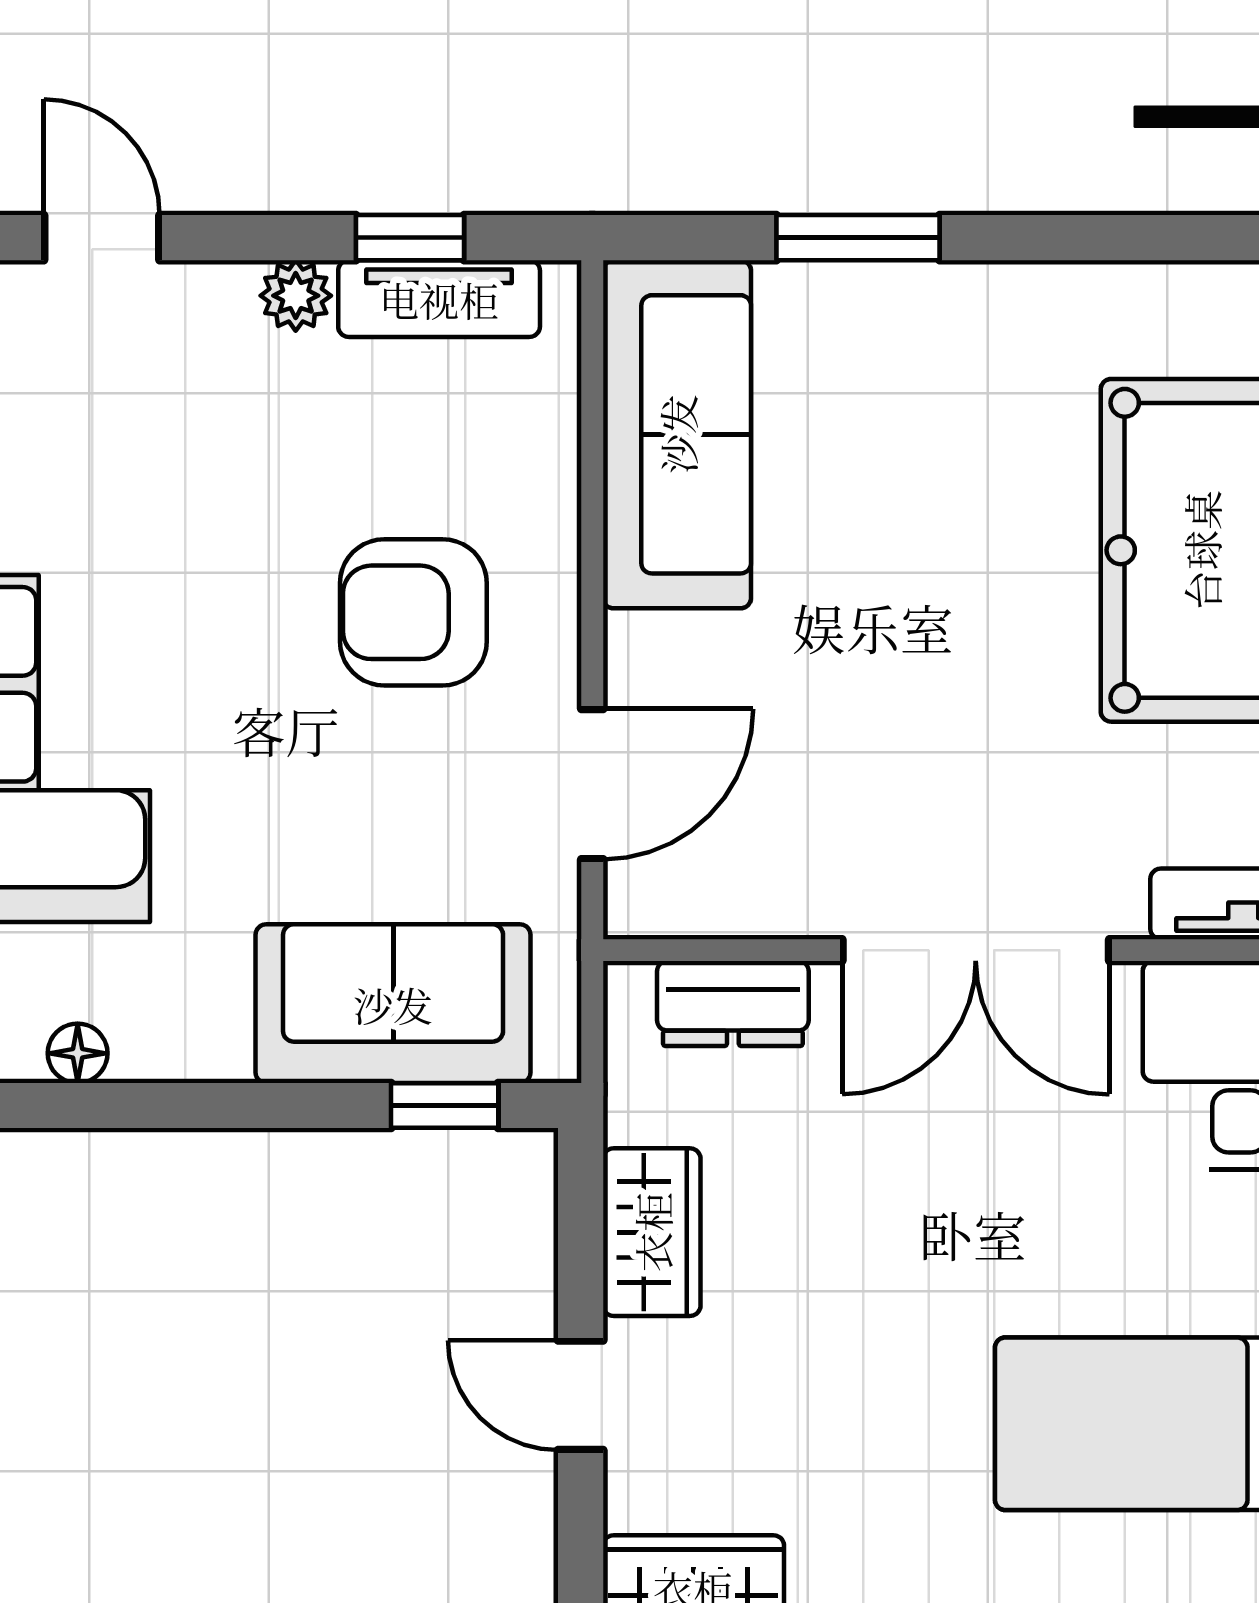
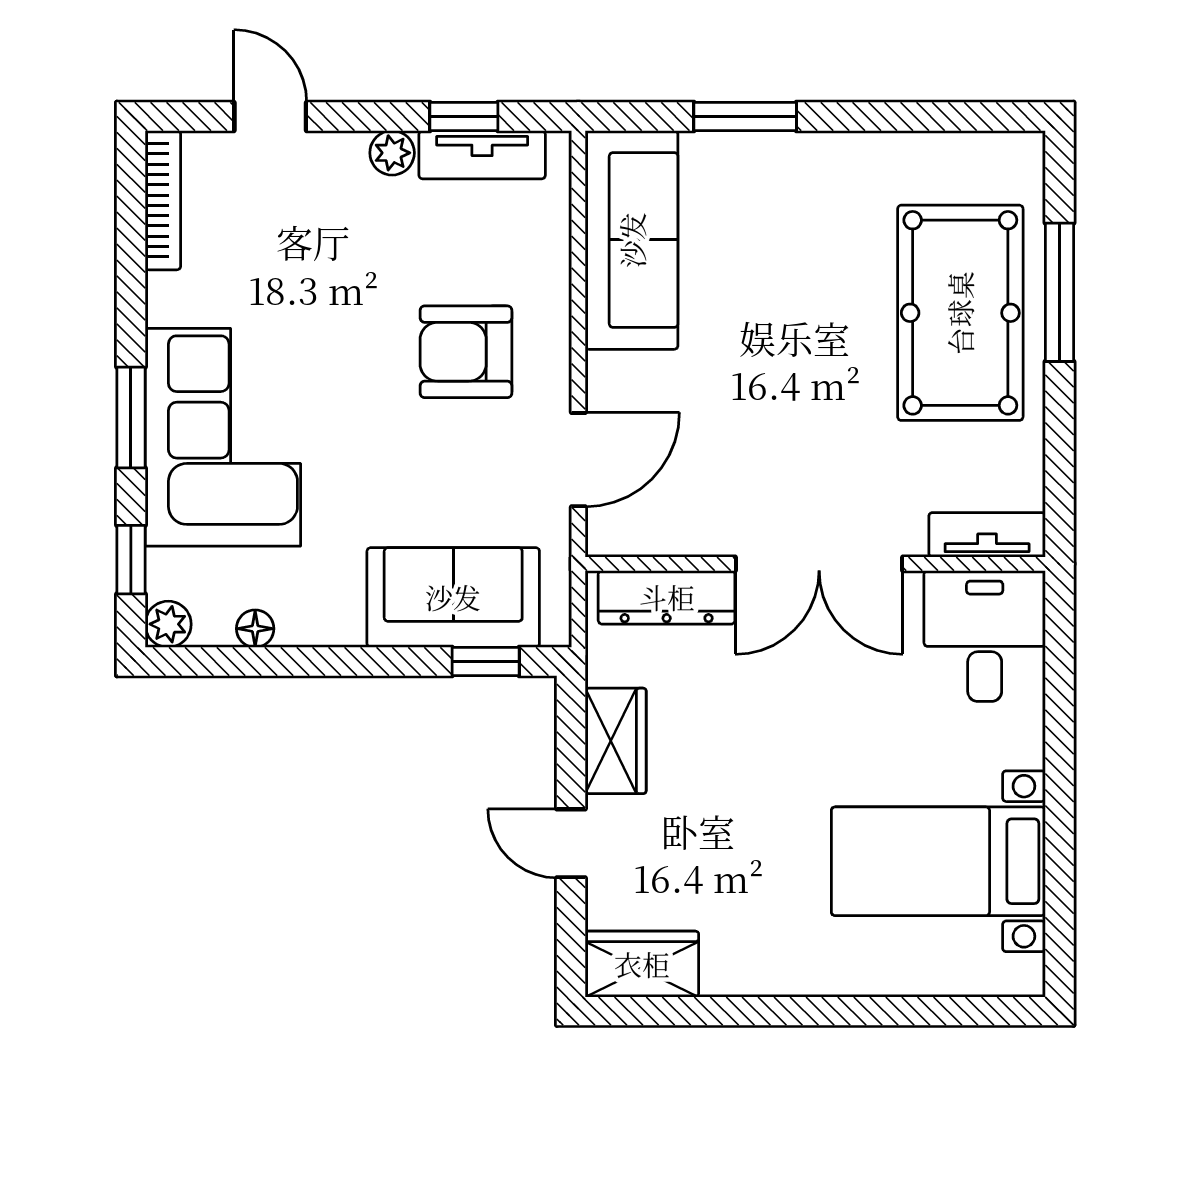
dresser: (733, 1003) -> (667, 597), width x1.44

